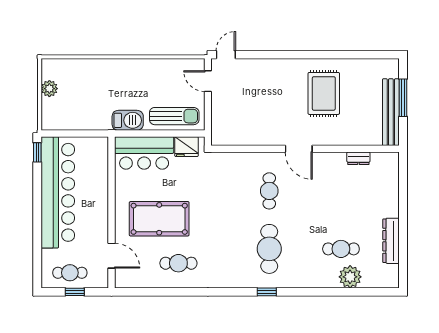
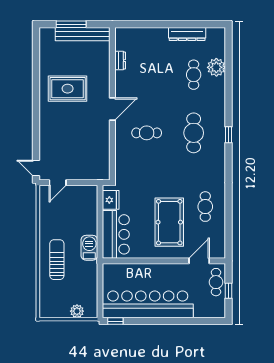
plant: (49, 89) -> (77, 311), moved
sun lounger: (174, 116) -> (57, 260), moved
cafe table: (269, 249) -> (194, 133), turned 90
cafe table: (70, 273) -> (216, 282), moved

